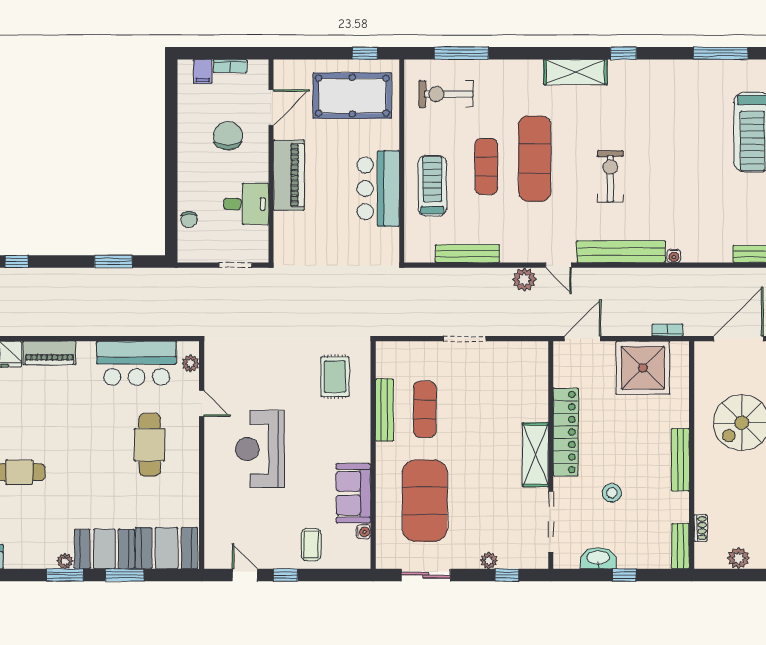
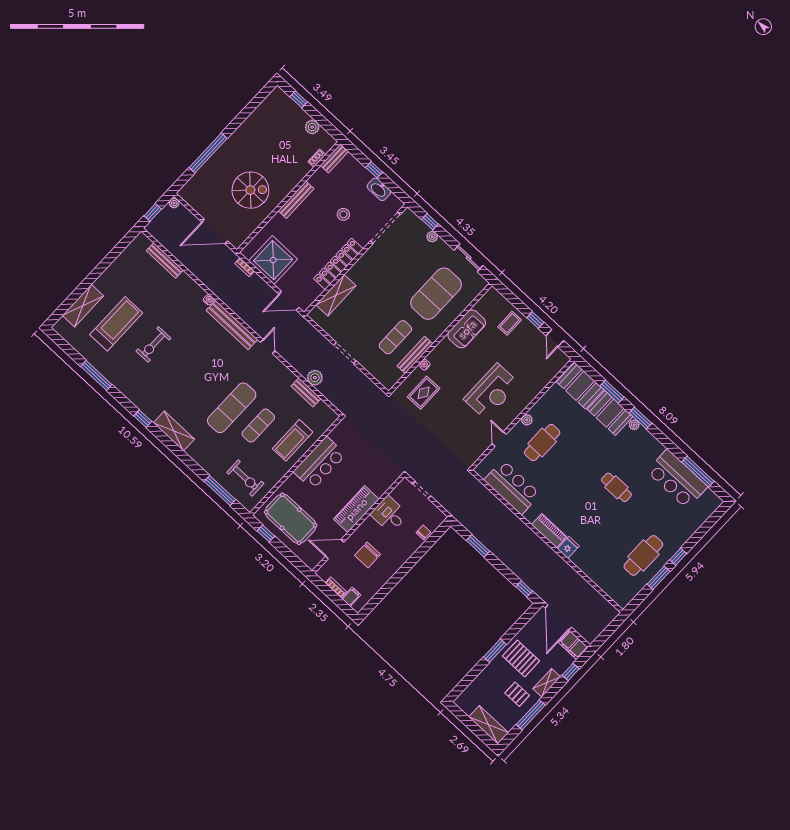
exercise bike: (610, 176) -> (153, 345), moved
bench: (467, 254) -> (306, 392), width x0.73
plant: (524, 280) -> (315, 378), moved
plant: (191, 363) -> (527, 420), moved
shelving: (536, 455) -> (336, 295), moved
water cooler: (363, 532) -> (424, 365), moved

